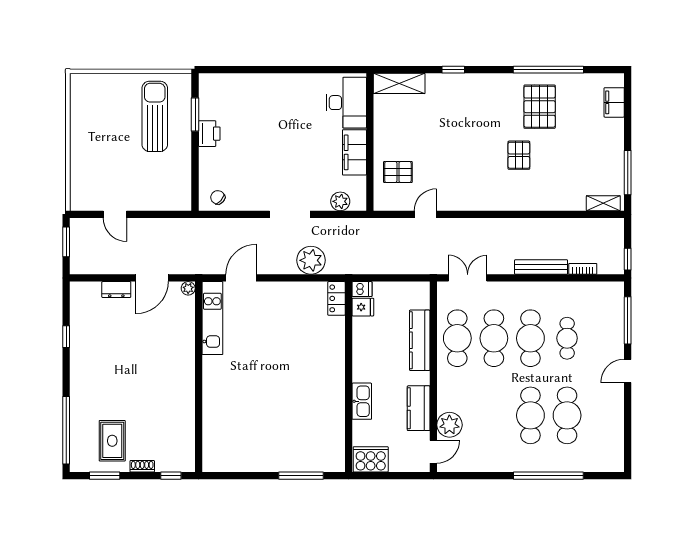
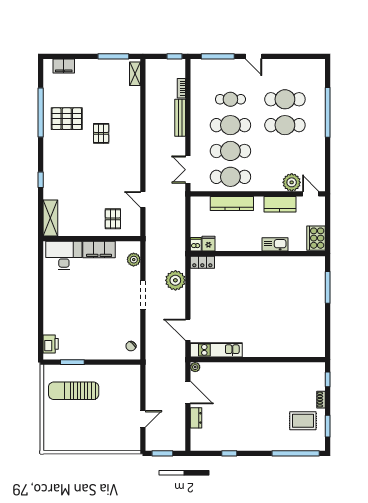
printer: (209, 134) -> (51, 344), moved, turned 90
pallet: (519, 155) -> (101, 133), turned 90

